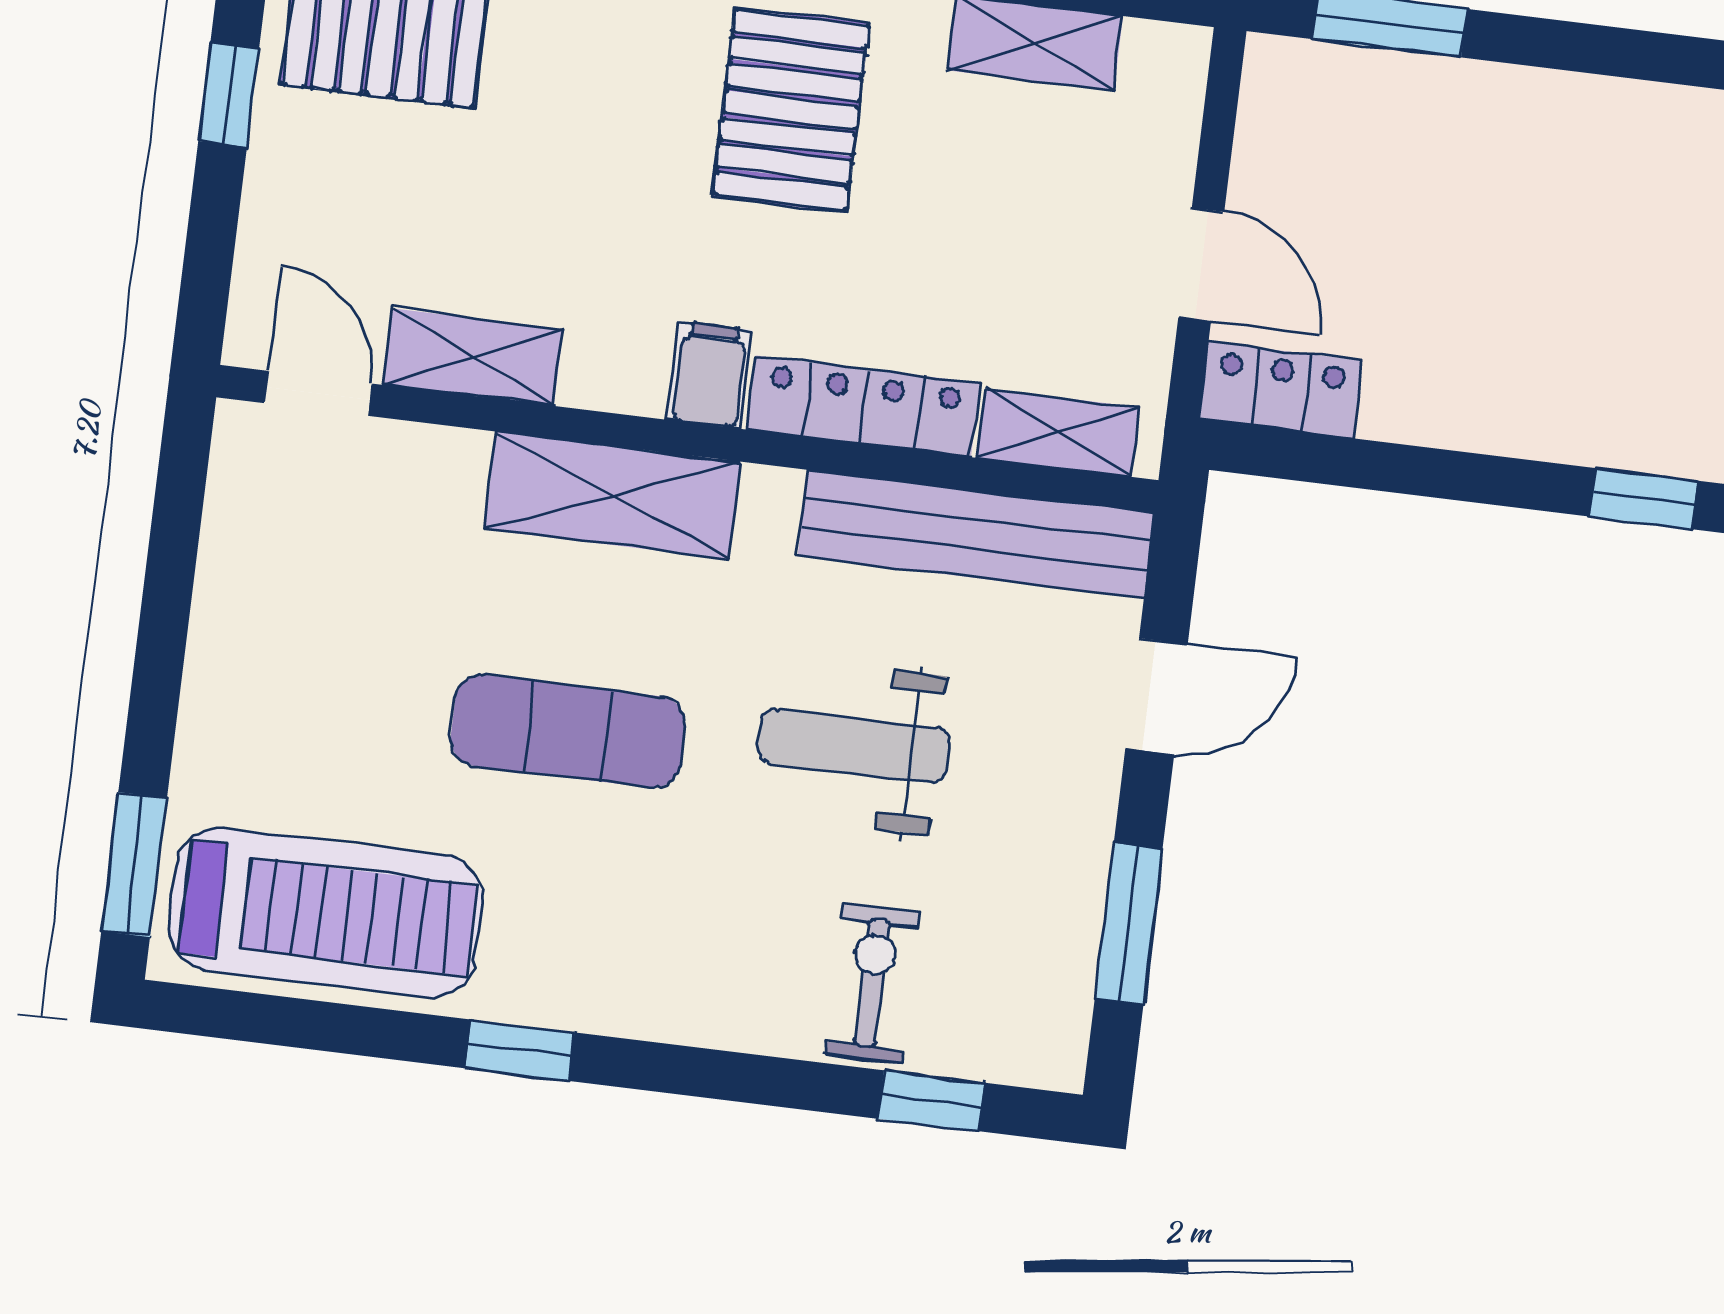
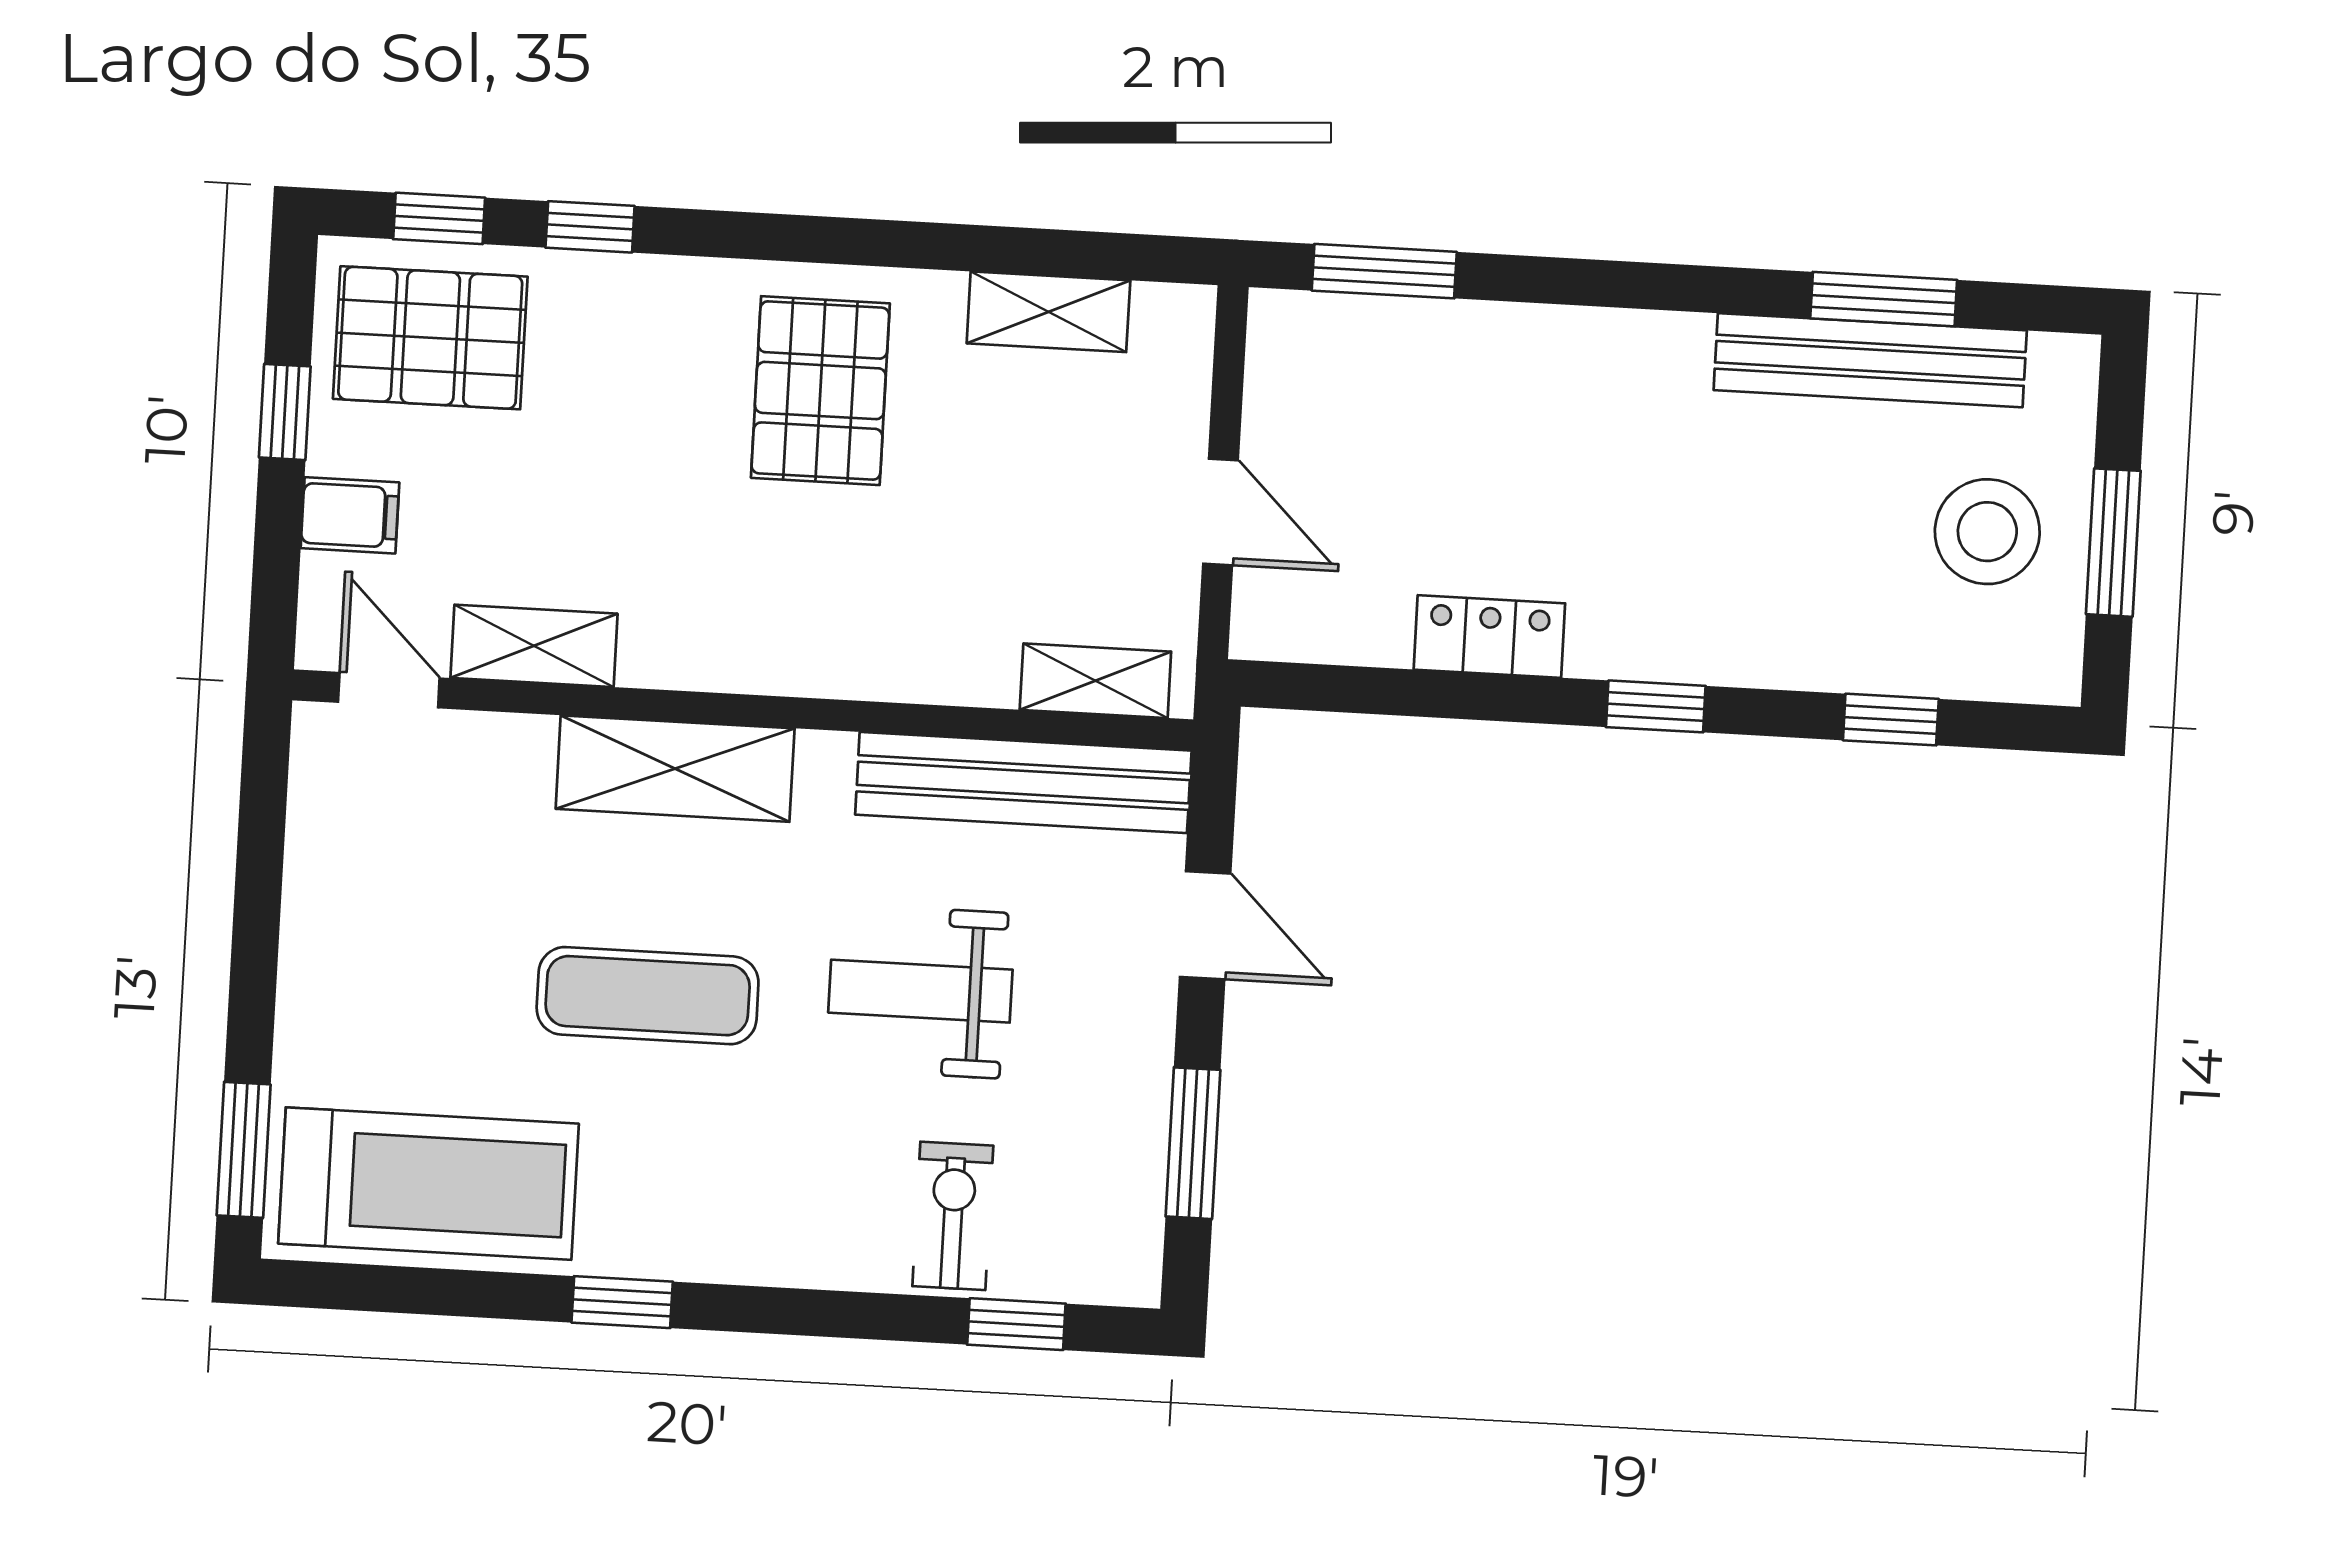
filing cabinet: (709, 375) -> (350, 515), moved, turned 90
locker: (1280, 390) -> (1489, 636), moved
locker: (863, 406) -> (908, 668), removed
door: (1157, 696) -> (1205, 925), hinge flipped

